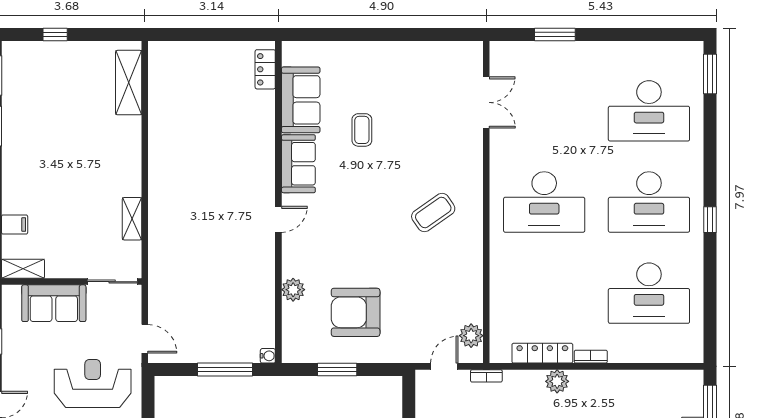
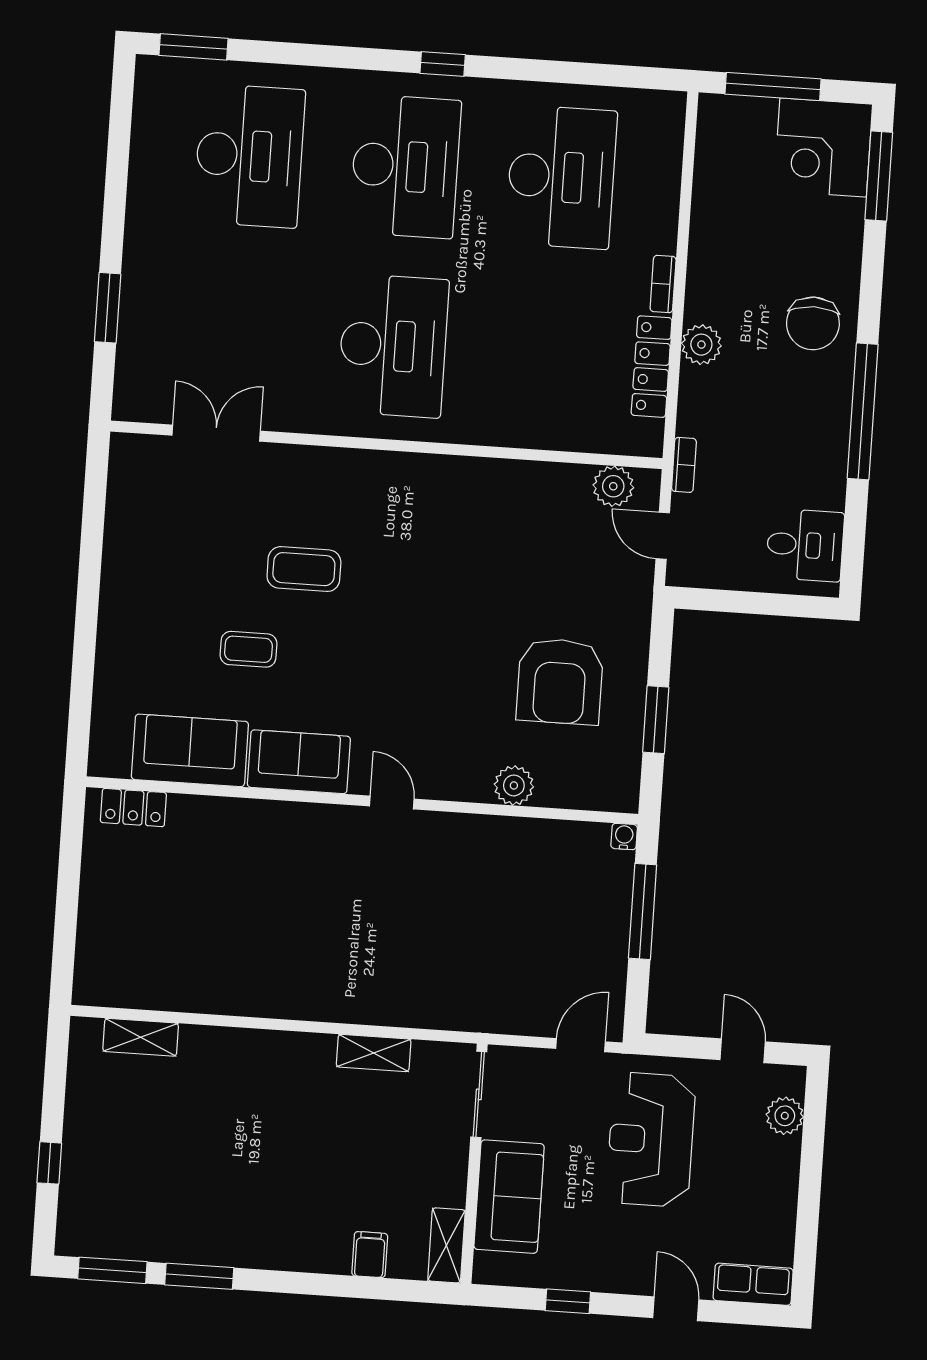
shelving: (129, 83) -> (141, 1037), width x0.67, depth x0.75
coffee table: (433, 212) -> (304, 569), moved, turned -55

